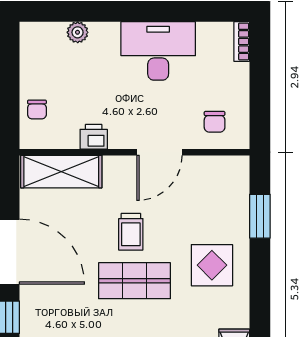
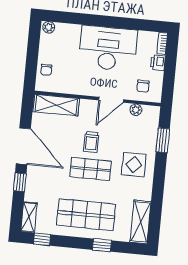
plant: (78, 32) -> (49, 27), moved
desk: (158, 51) -> (108, 48), width x1.36, depth x1.30
printer: (94, 137) -> (158, 63), moved, turned -90
plant: (206, 166) -> (136, 110), added

